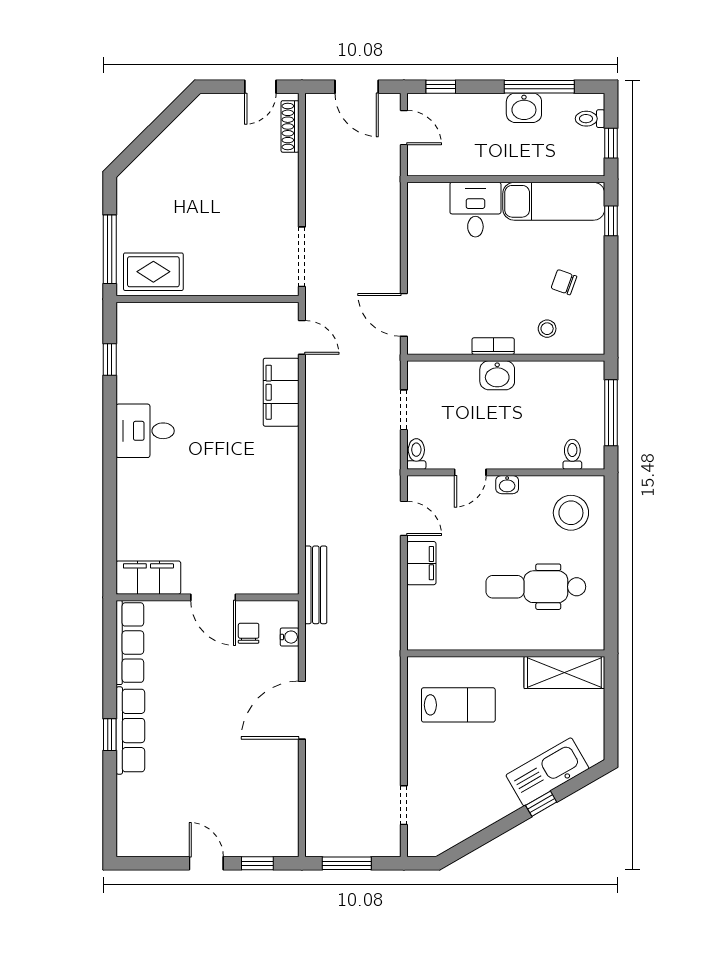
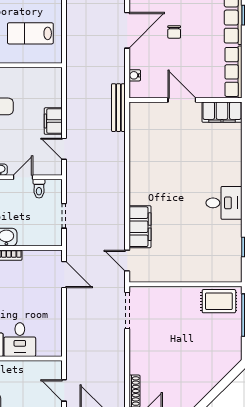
toilet: (416, 454) -> (39, 189), moved
chair: (249, 633) -> (174, 32), moved

